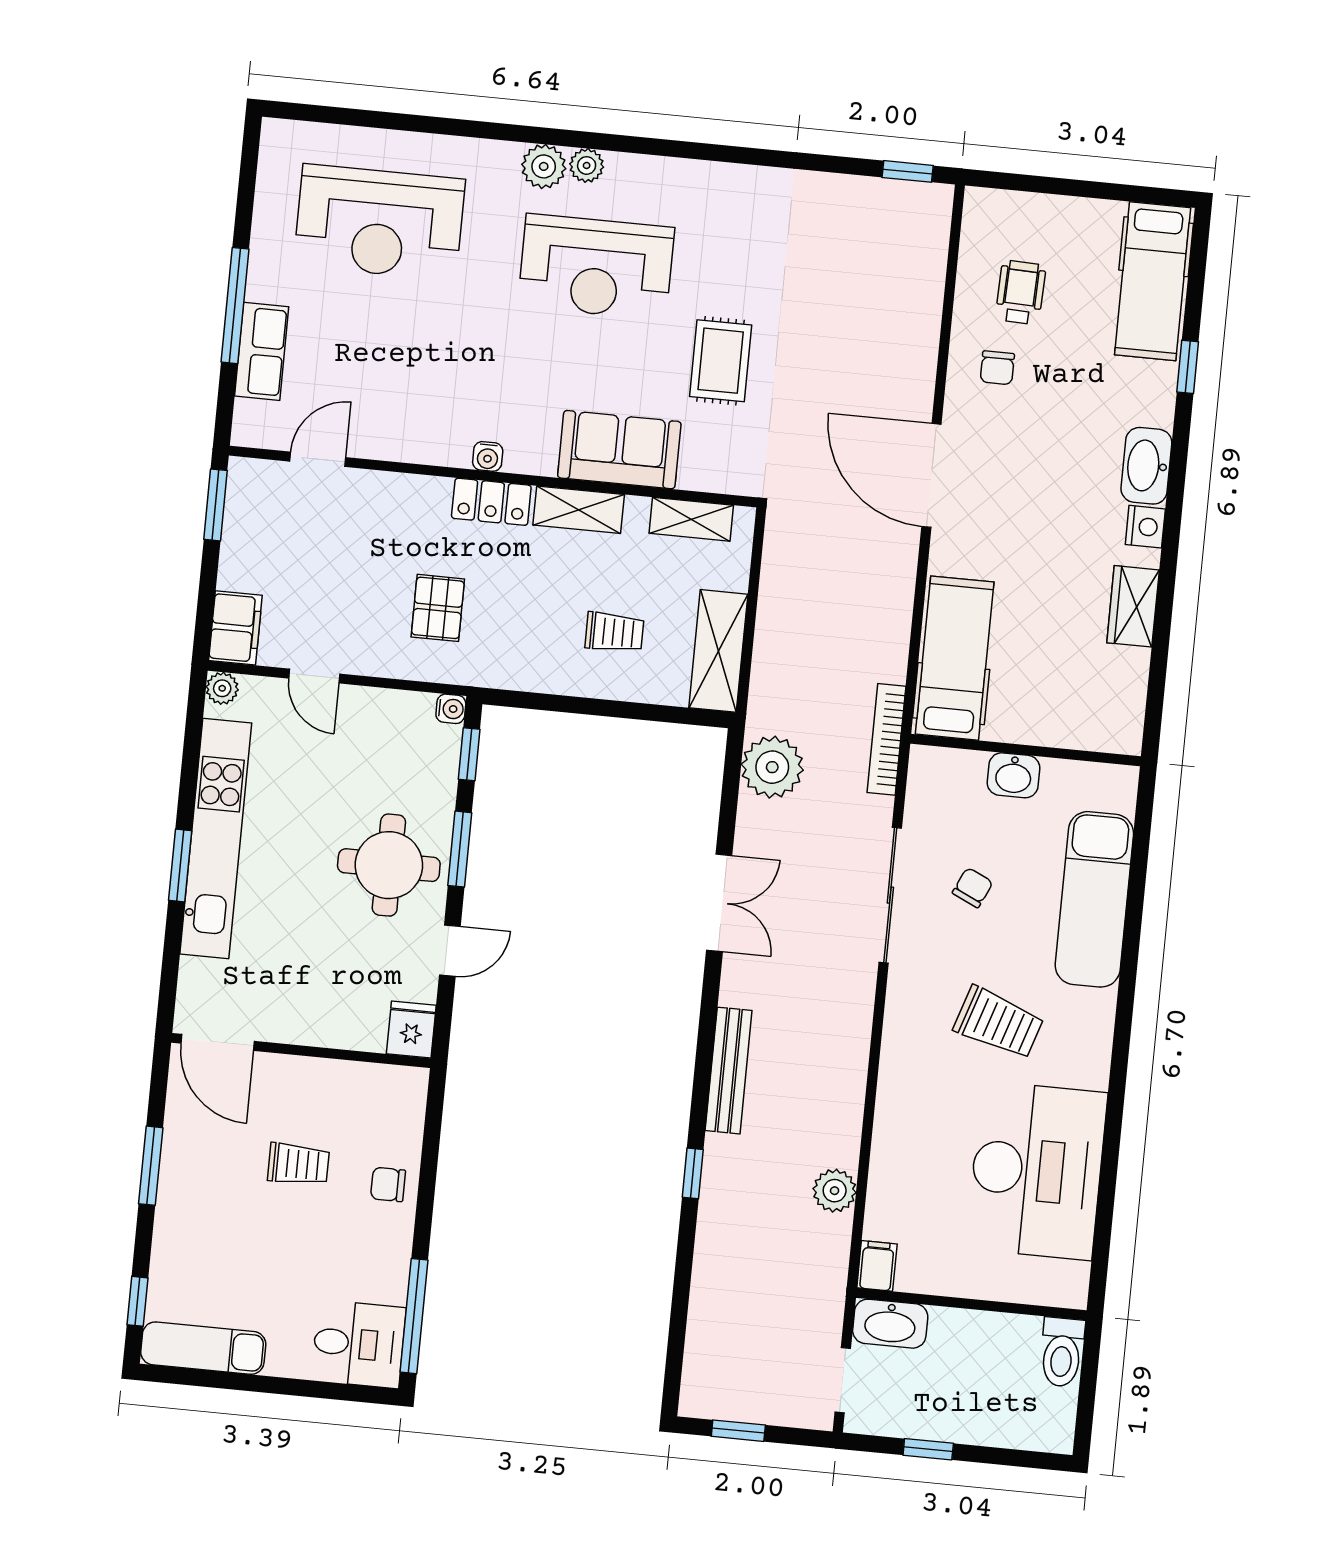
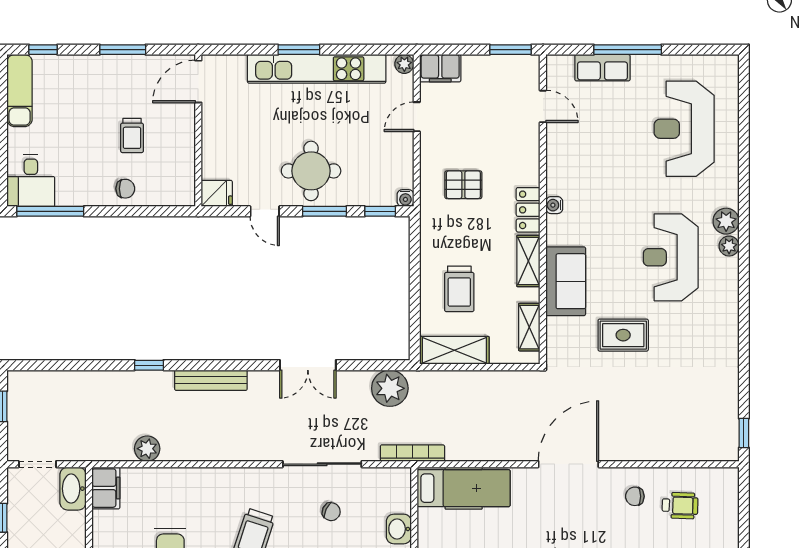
trolley: (614, 632) -> (459, 289), width x1.36, depth x1.39
chair: (388, 1184) -> (125, 189), turned 90
filing cabinet: (877, 1266) -> (106, 488), width x2.00

